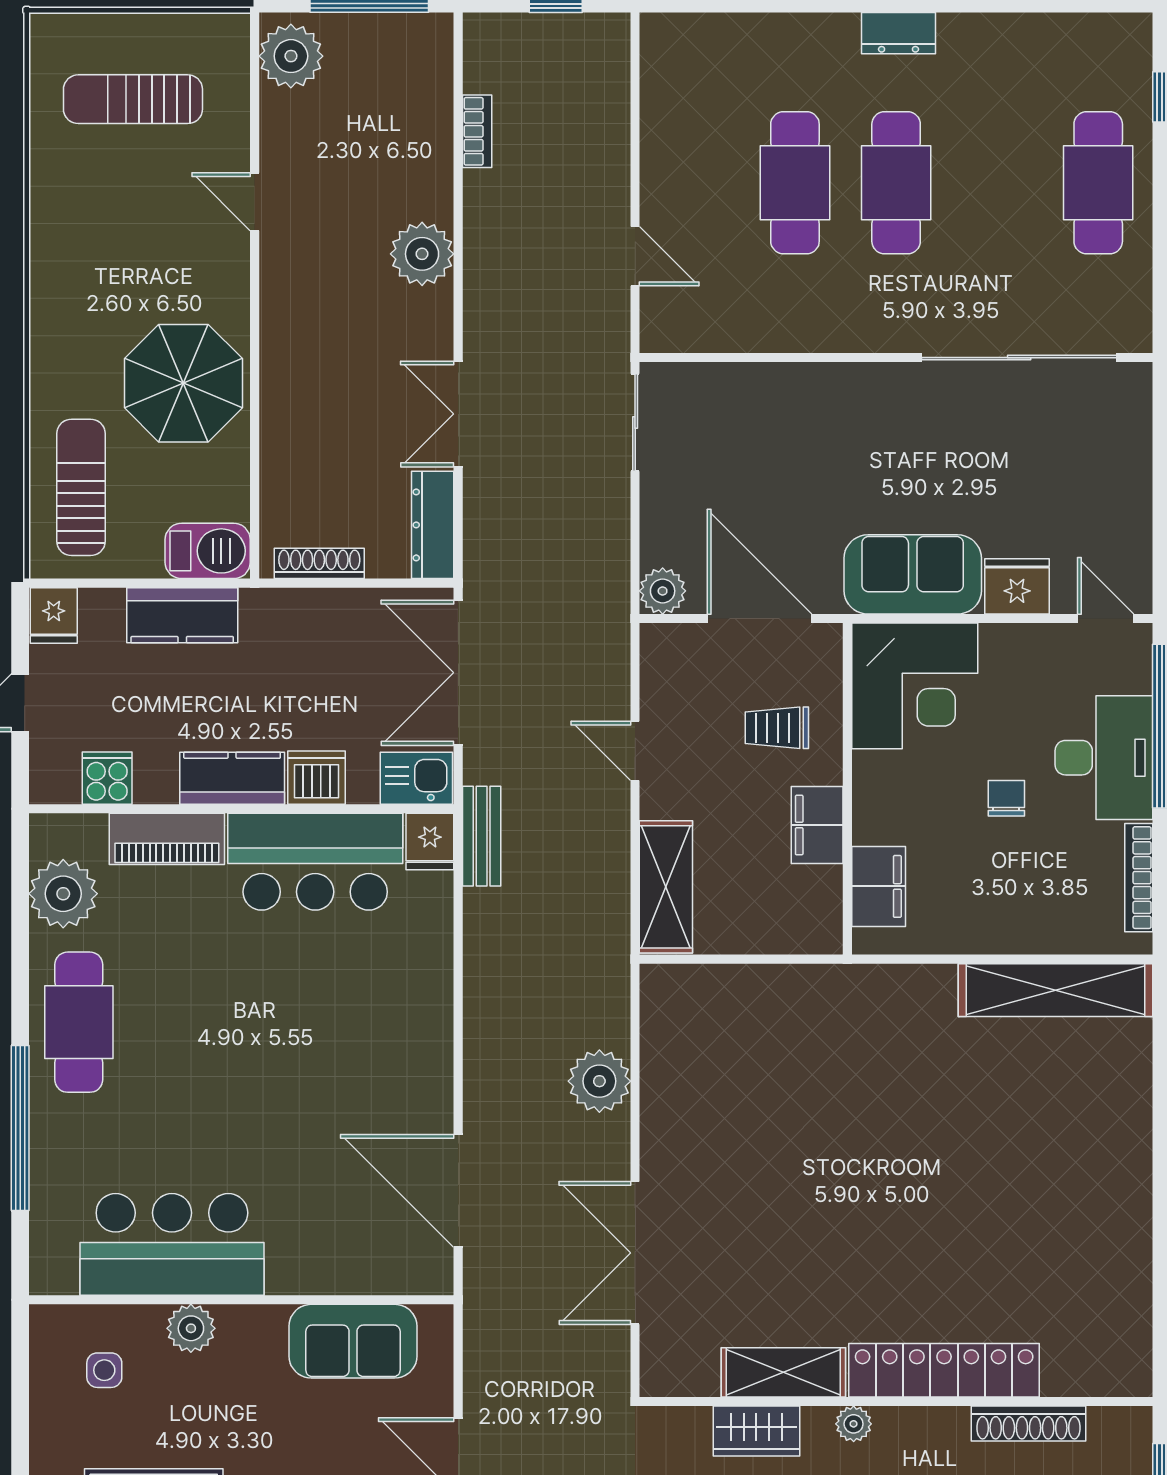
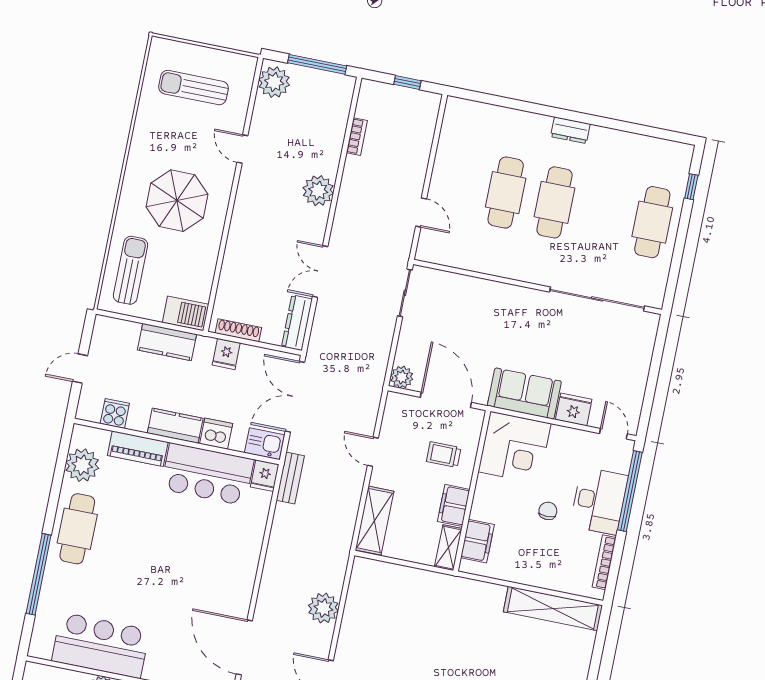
parasol: (183, 383) -> (177, 201), moved
fridge: (54, 615) -> (226, 354), moved
shelving: (823, 911) -> (448, 548), added

